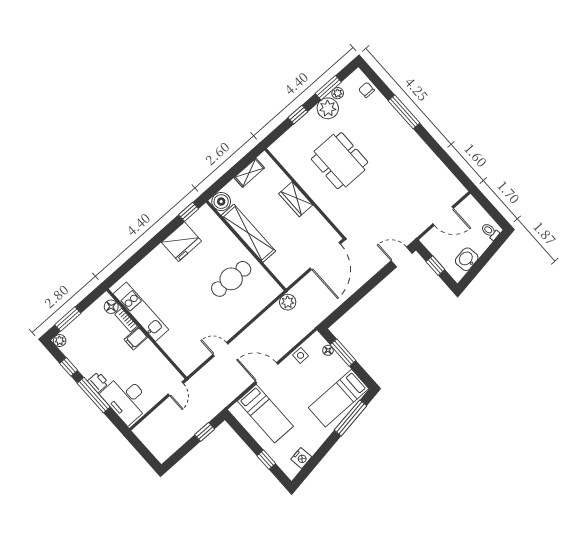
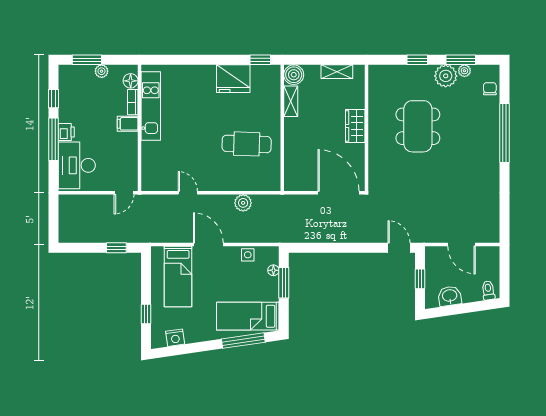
window: (404, 112) -> (504, 133), width x1.46
shelving: (248, 233) -> (291, 101), width x0.45, depth x0.75
door: (325, 256) -> (339, 193), swing flipped
plant: (288, 302) -> (243, 203), moved
plant: (60, 341) -> (102, 71), moved

